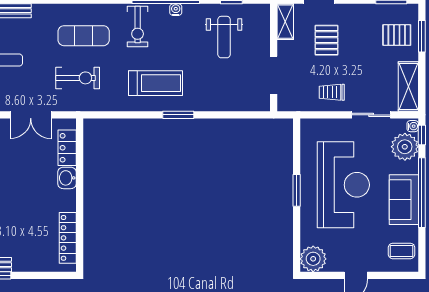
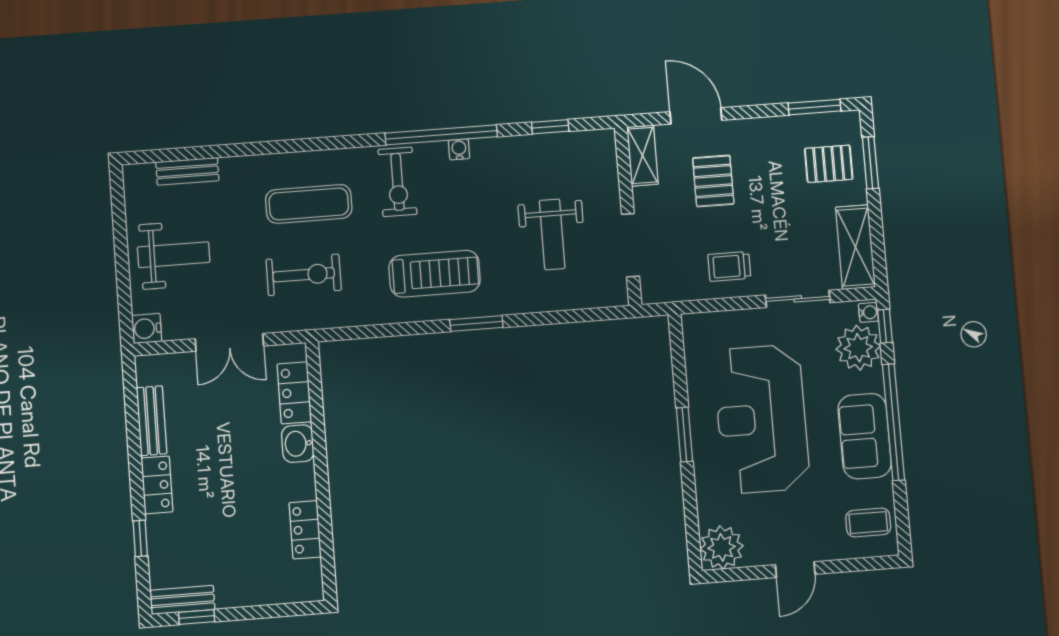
weight bench: (224, 37) -> (552, 234), moved
reception desk: (343, 185) -> (762, 419), turned 180
locker: (68, 238) -> (305, 530), width x0.66

